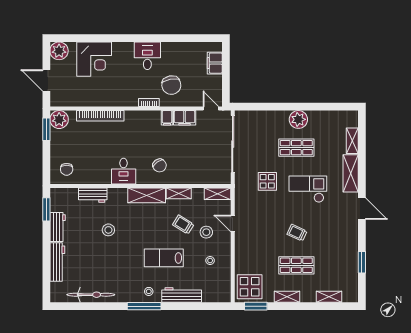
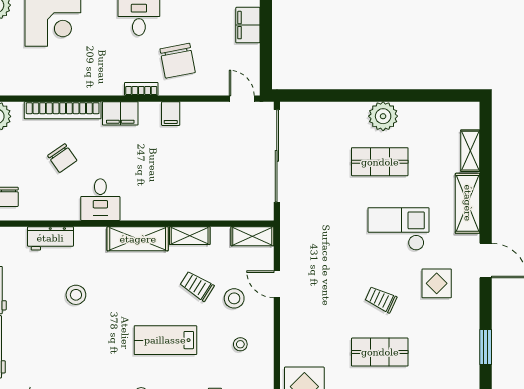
filing cabinet: (185, 118) -> (120, 113), moved
chair: (160, 165) -> (62, 158), moved
display table: (267, 181) -> (437, 283), moved

